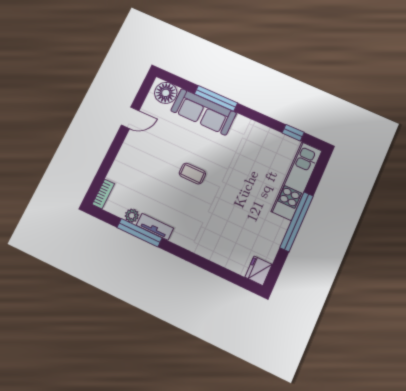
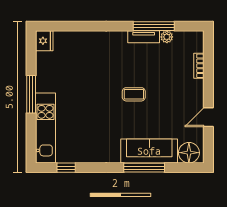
bookcase: (103, 194) -> (199, 66), moved
window: (297, 222) -> (31, 94), width x0.68

